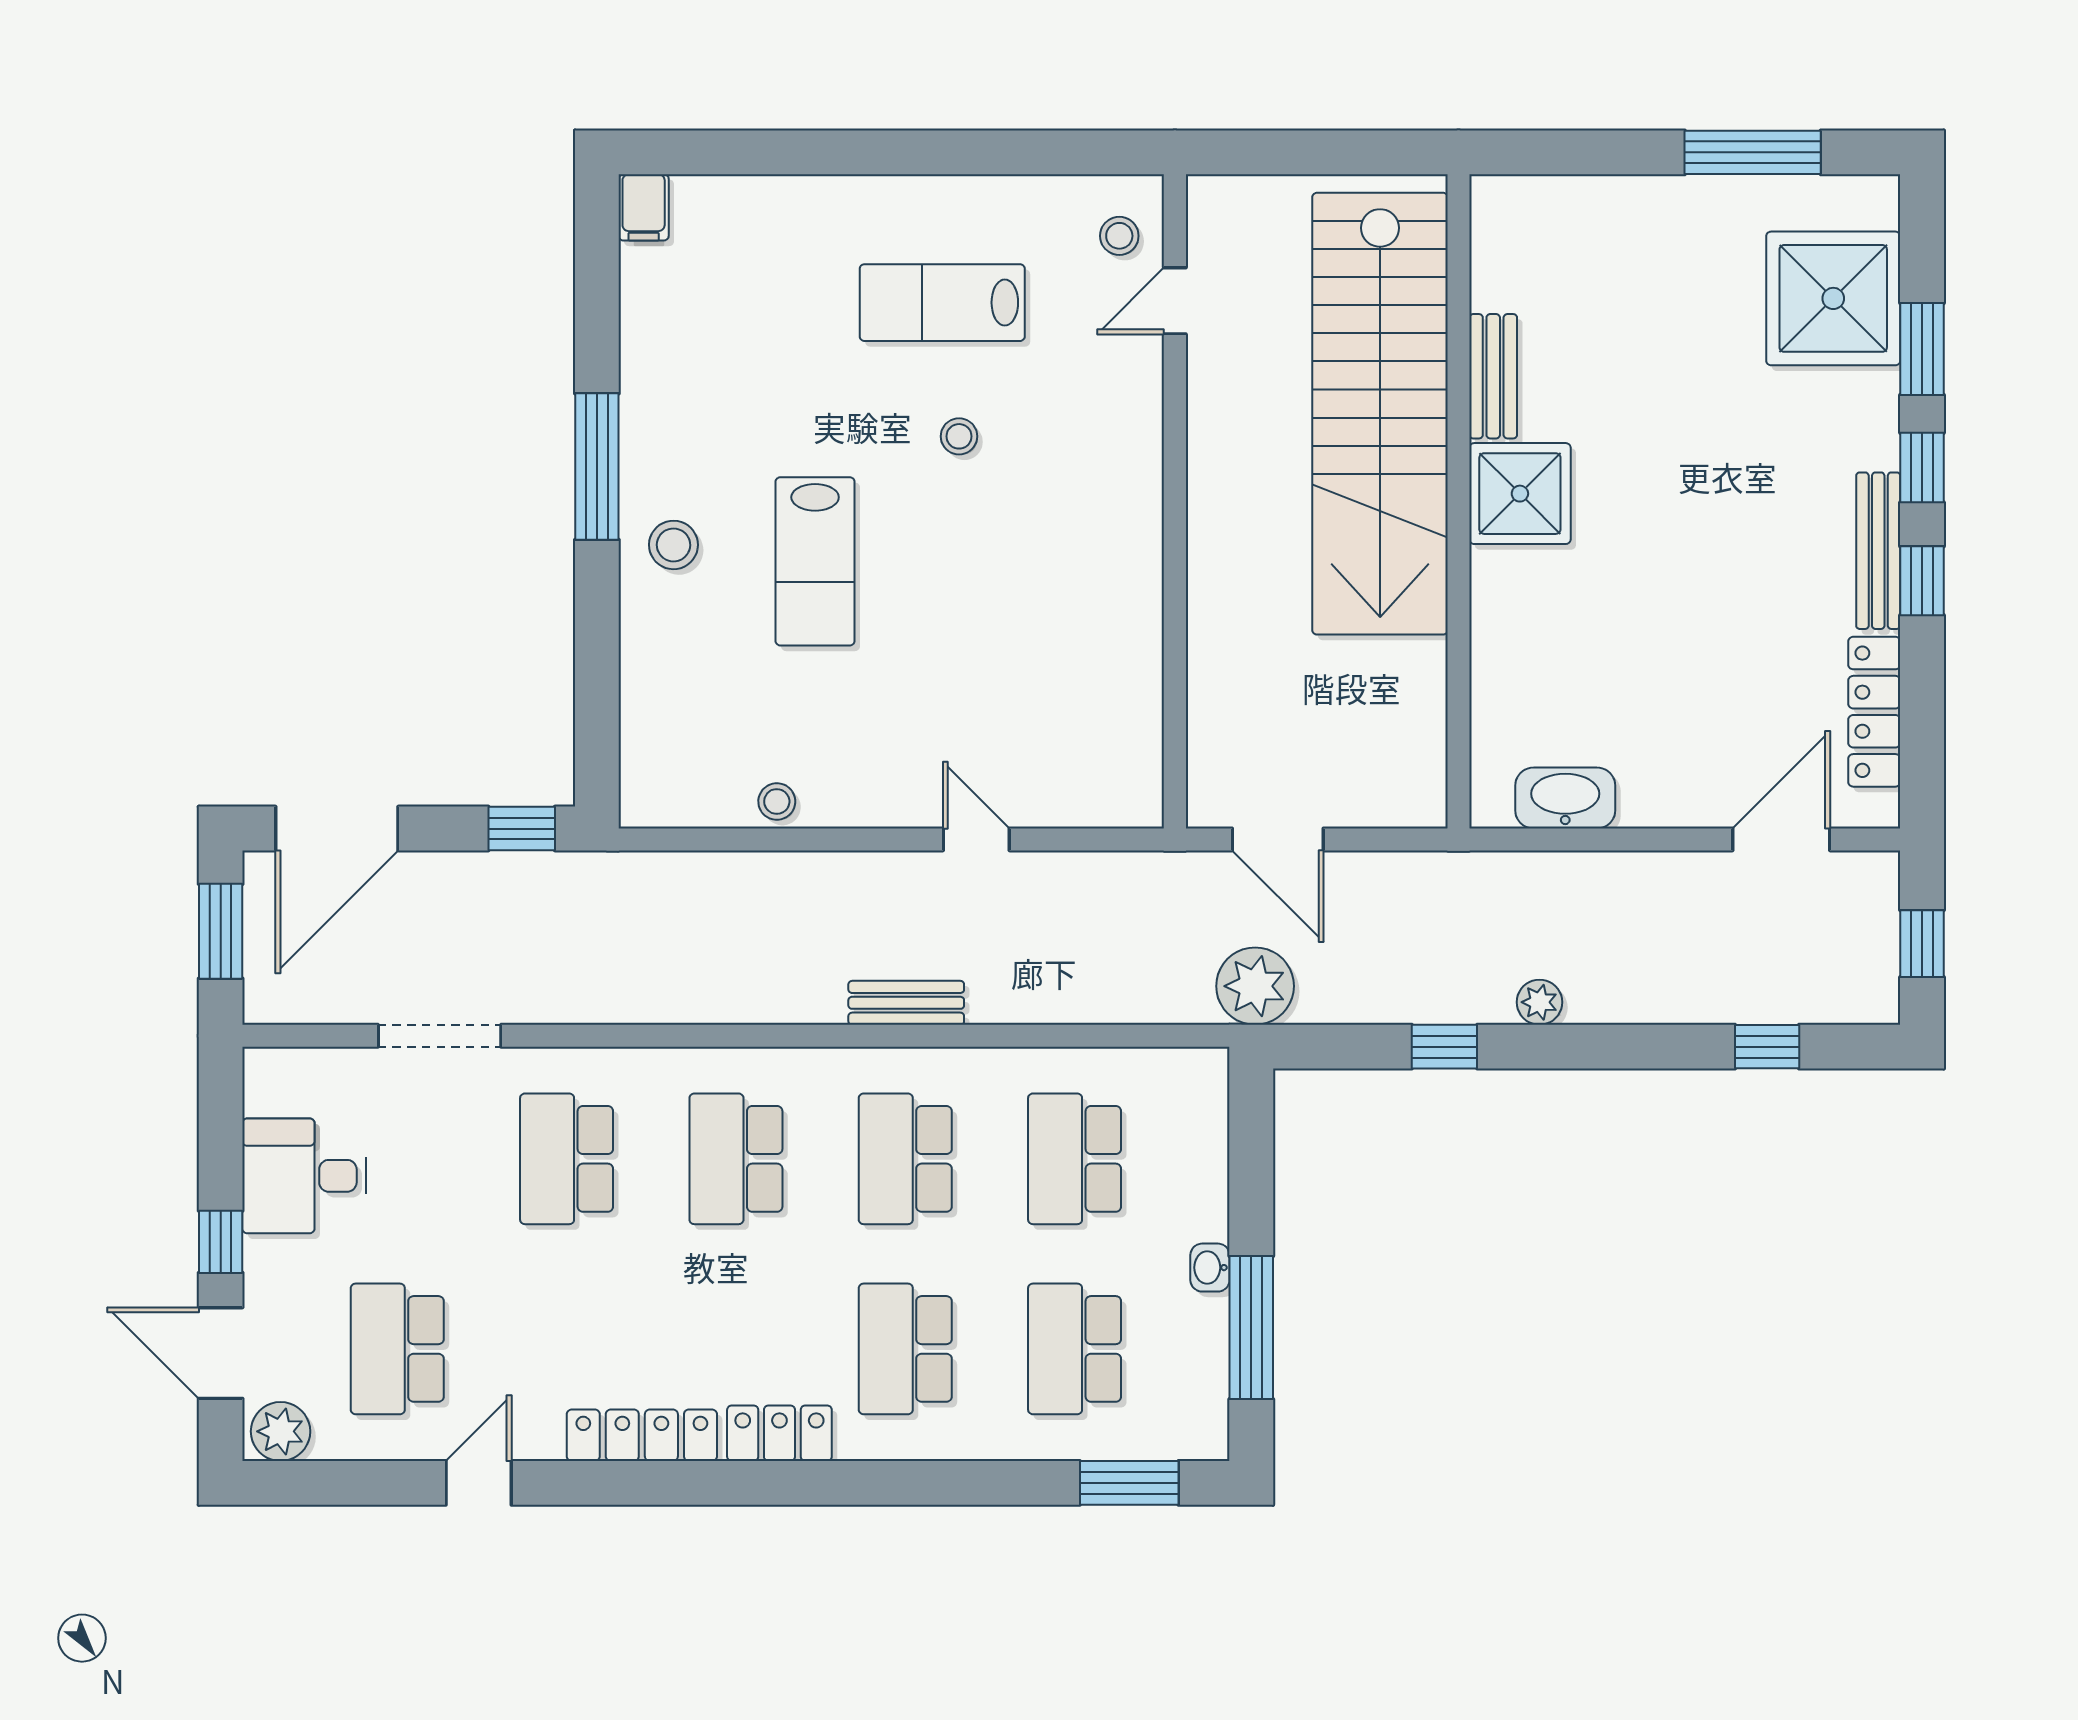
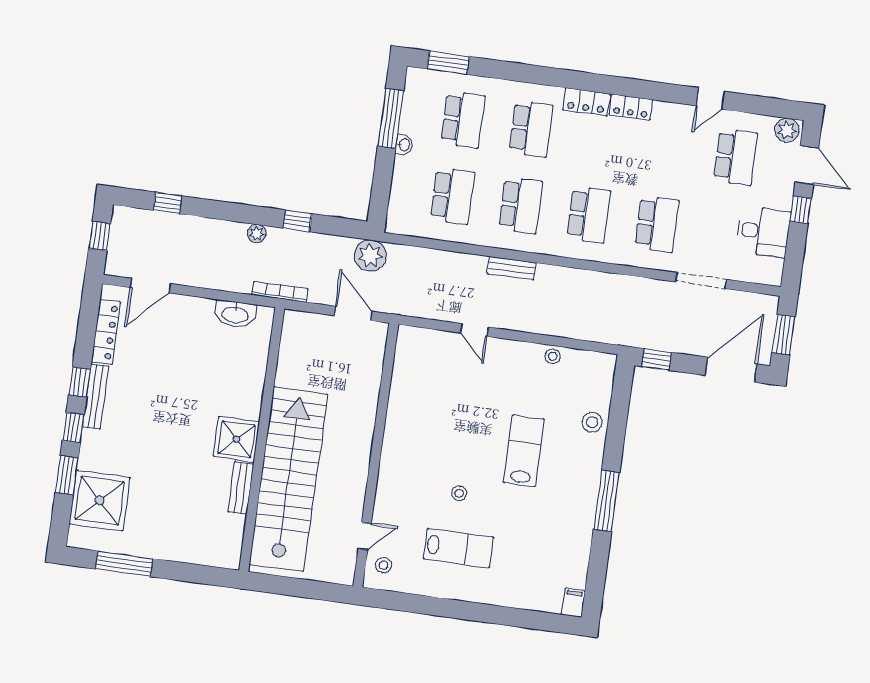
stool: (673, 545) -> (592, 422), moved
bookcase: (1463, 868) -> (280, 292), added
locker: (642, 1435) -> (631, 107), width x0.66

